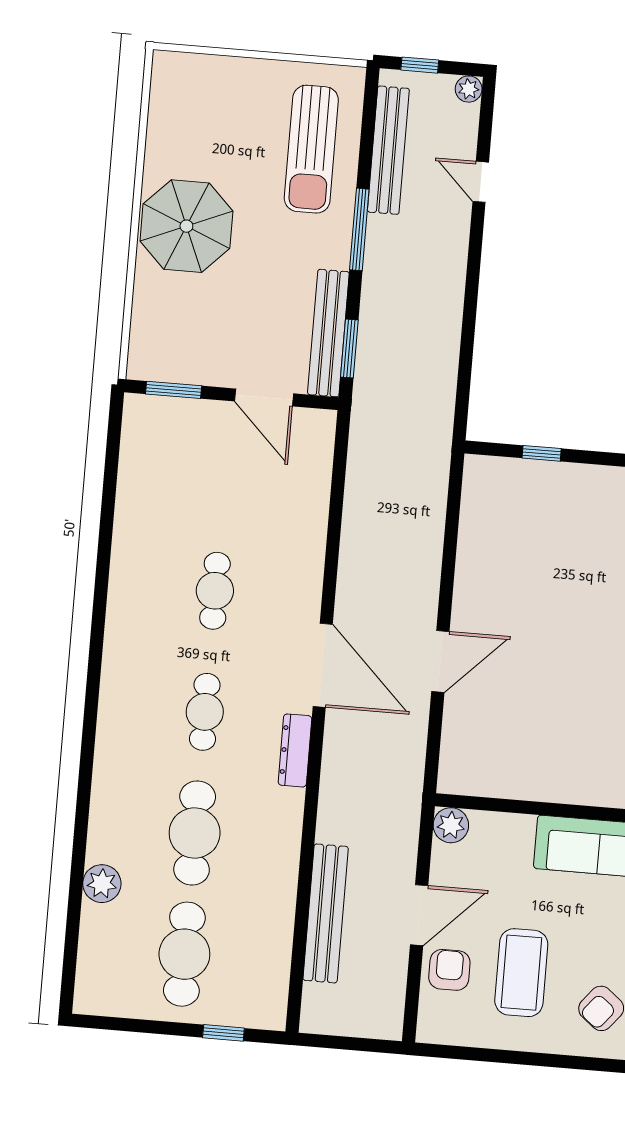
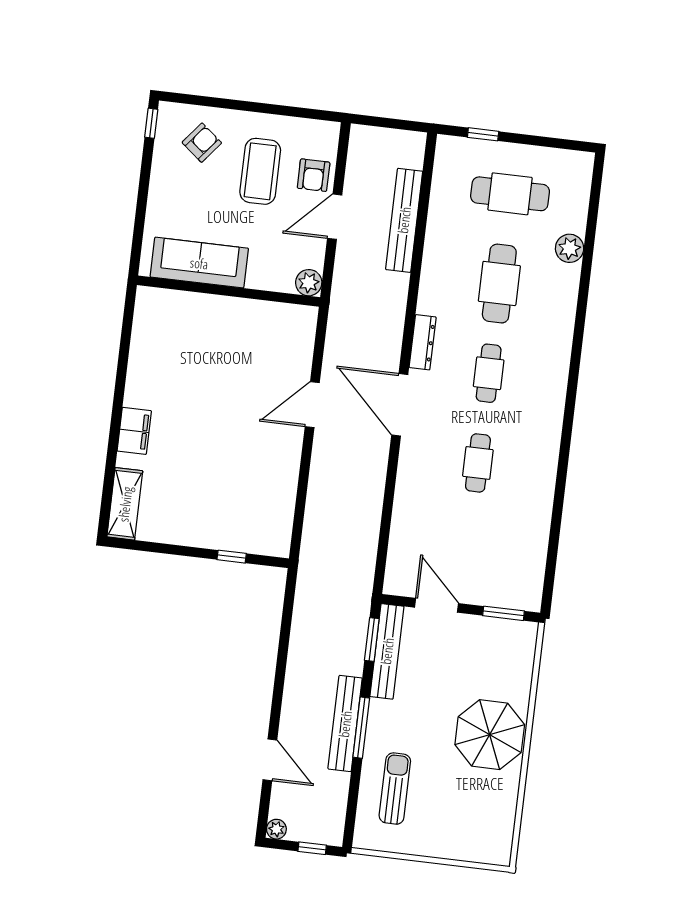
sun lounger: (311, 149) -> (395, 789), width x0.73, depth x0.75
bench: (388, 150) -> (345, 724), moved
door: (481, 182) -> (270, 760), width x1.38
cafe table: (184, 954) -> (510, 194), turned 90

